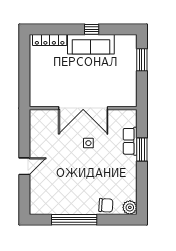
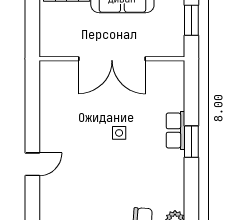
double door: (83, 108) -> (112, 59), moved
wall: (83, 108) -> (112, 59), moved

